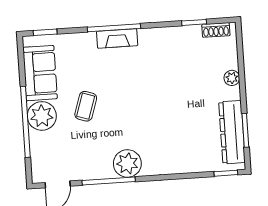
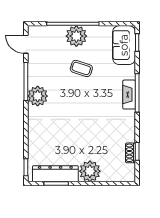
shoe rack: (216, 30) -> (131, 153), moved
sofa: (40, 73) -> (124, 45), moved, turned 90
plant: (232, 78) -> (90, 171), width x1.88, depth x1.88

